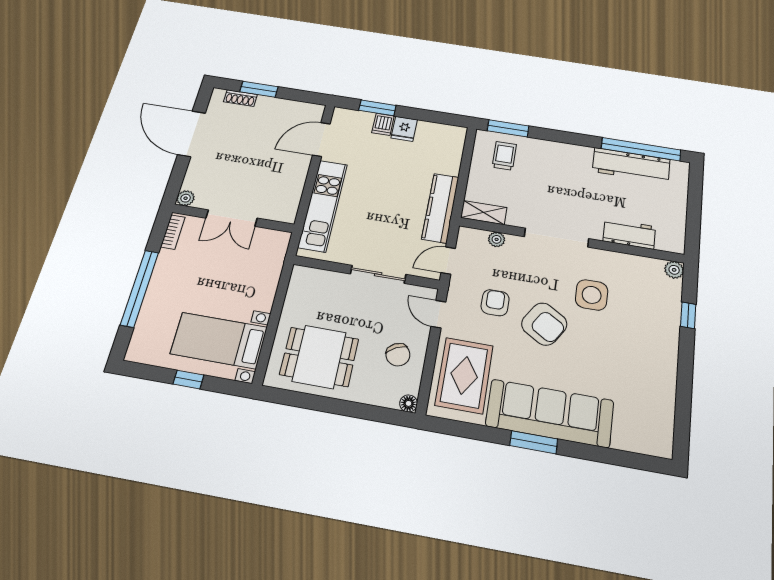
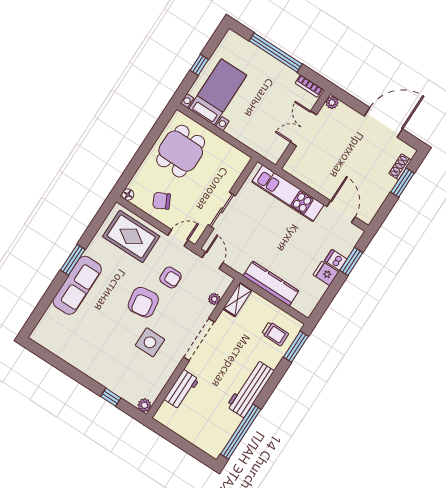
workbench: (631, 165) -> (250, 389), moved
kitchen counter: (440, 208) -> (271, 283), moved
armchair: (544, 324) -> (143, 302), turned -41
sofa: (550, 413) -> (77, 285), width x0.74, depth x0.79

